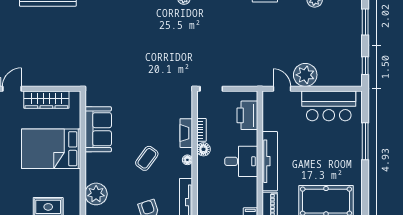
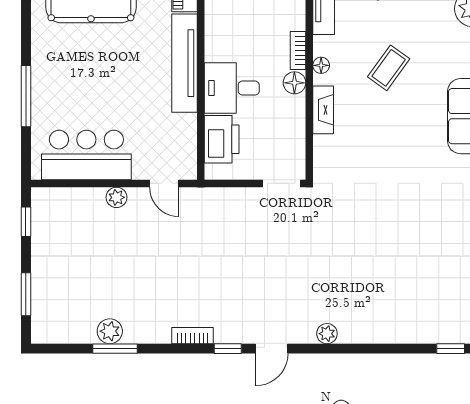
plant: (305, 75) -> (116, 197), width x0.53, depth x0.53
bookcase: (201, 130) -> (298, 51), moved
desk: (241, 161) -> (232, 88), moved

